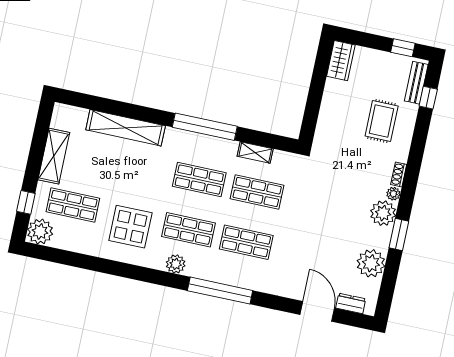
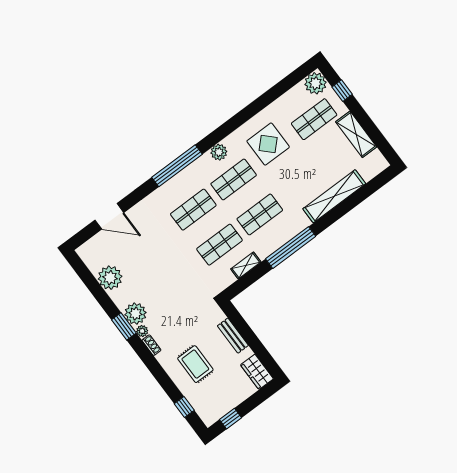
bench: (416, 83) -> (233, 336), moved
window: (399, 235) -> (124, 326), moved
dresser: (351, 303) -> (96, 242), removed

